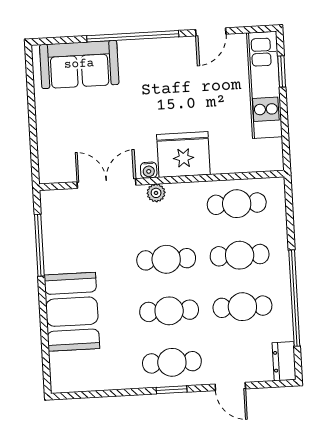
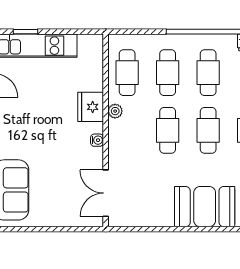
fridge: (183, 154) -> (91, 107), width x0.73, depth x0.75
double door: (106, 183) -> (106, 193), moved
plant: (156, 193) -> (115, 111), moved
window: (39, 245) -> (151, 229), removed

